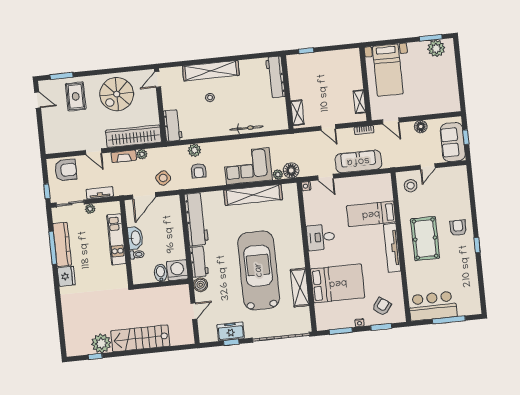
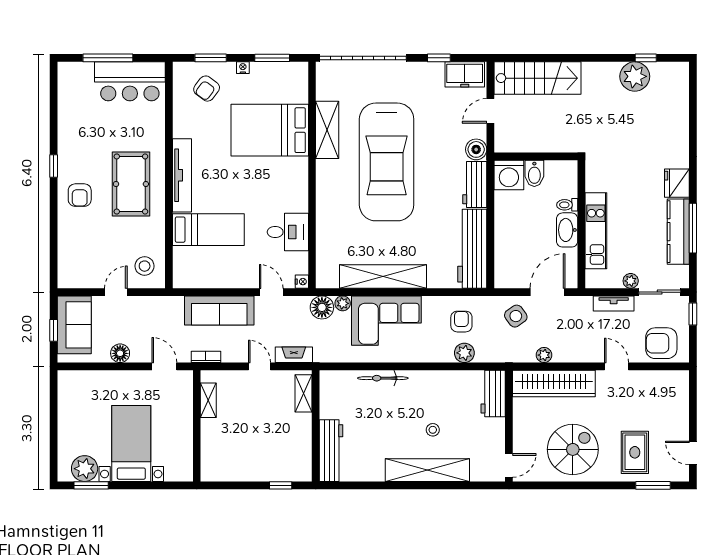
bed with nightstands: (388, 70) -> (131, 443), moved
fireplace: (124, 156) -> (294, 355), moved
desk: (321, 237) -> (288, 232), moved
freezer: (231, 331) -> (465, 74), moved
stairs: (140, 338) -> (537, 78), moved

